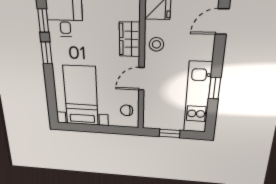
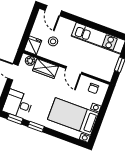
plant: (133, 13) -> (30, 61), added
stool: (156, 44) -> (53, 41), moved
window: (215, 88) -> (95, 26), removed

